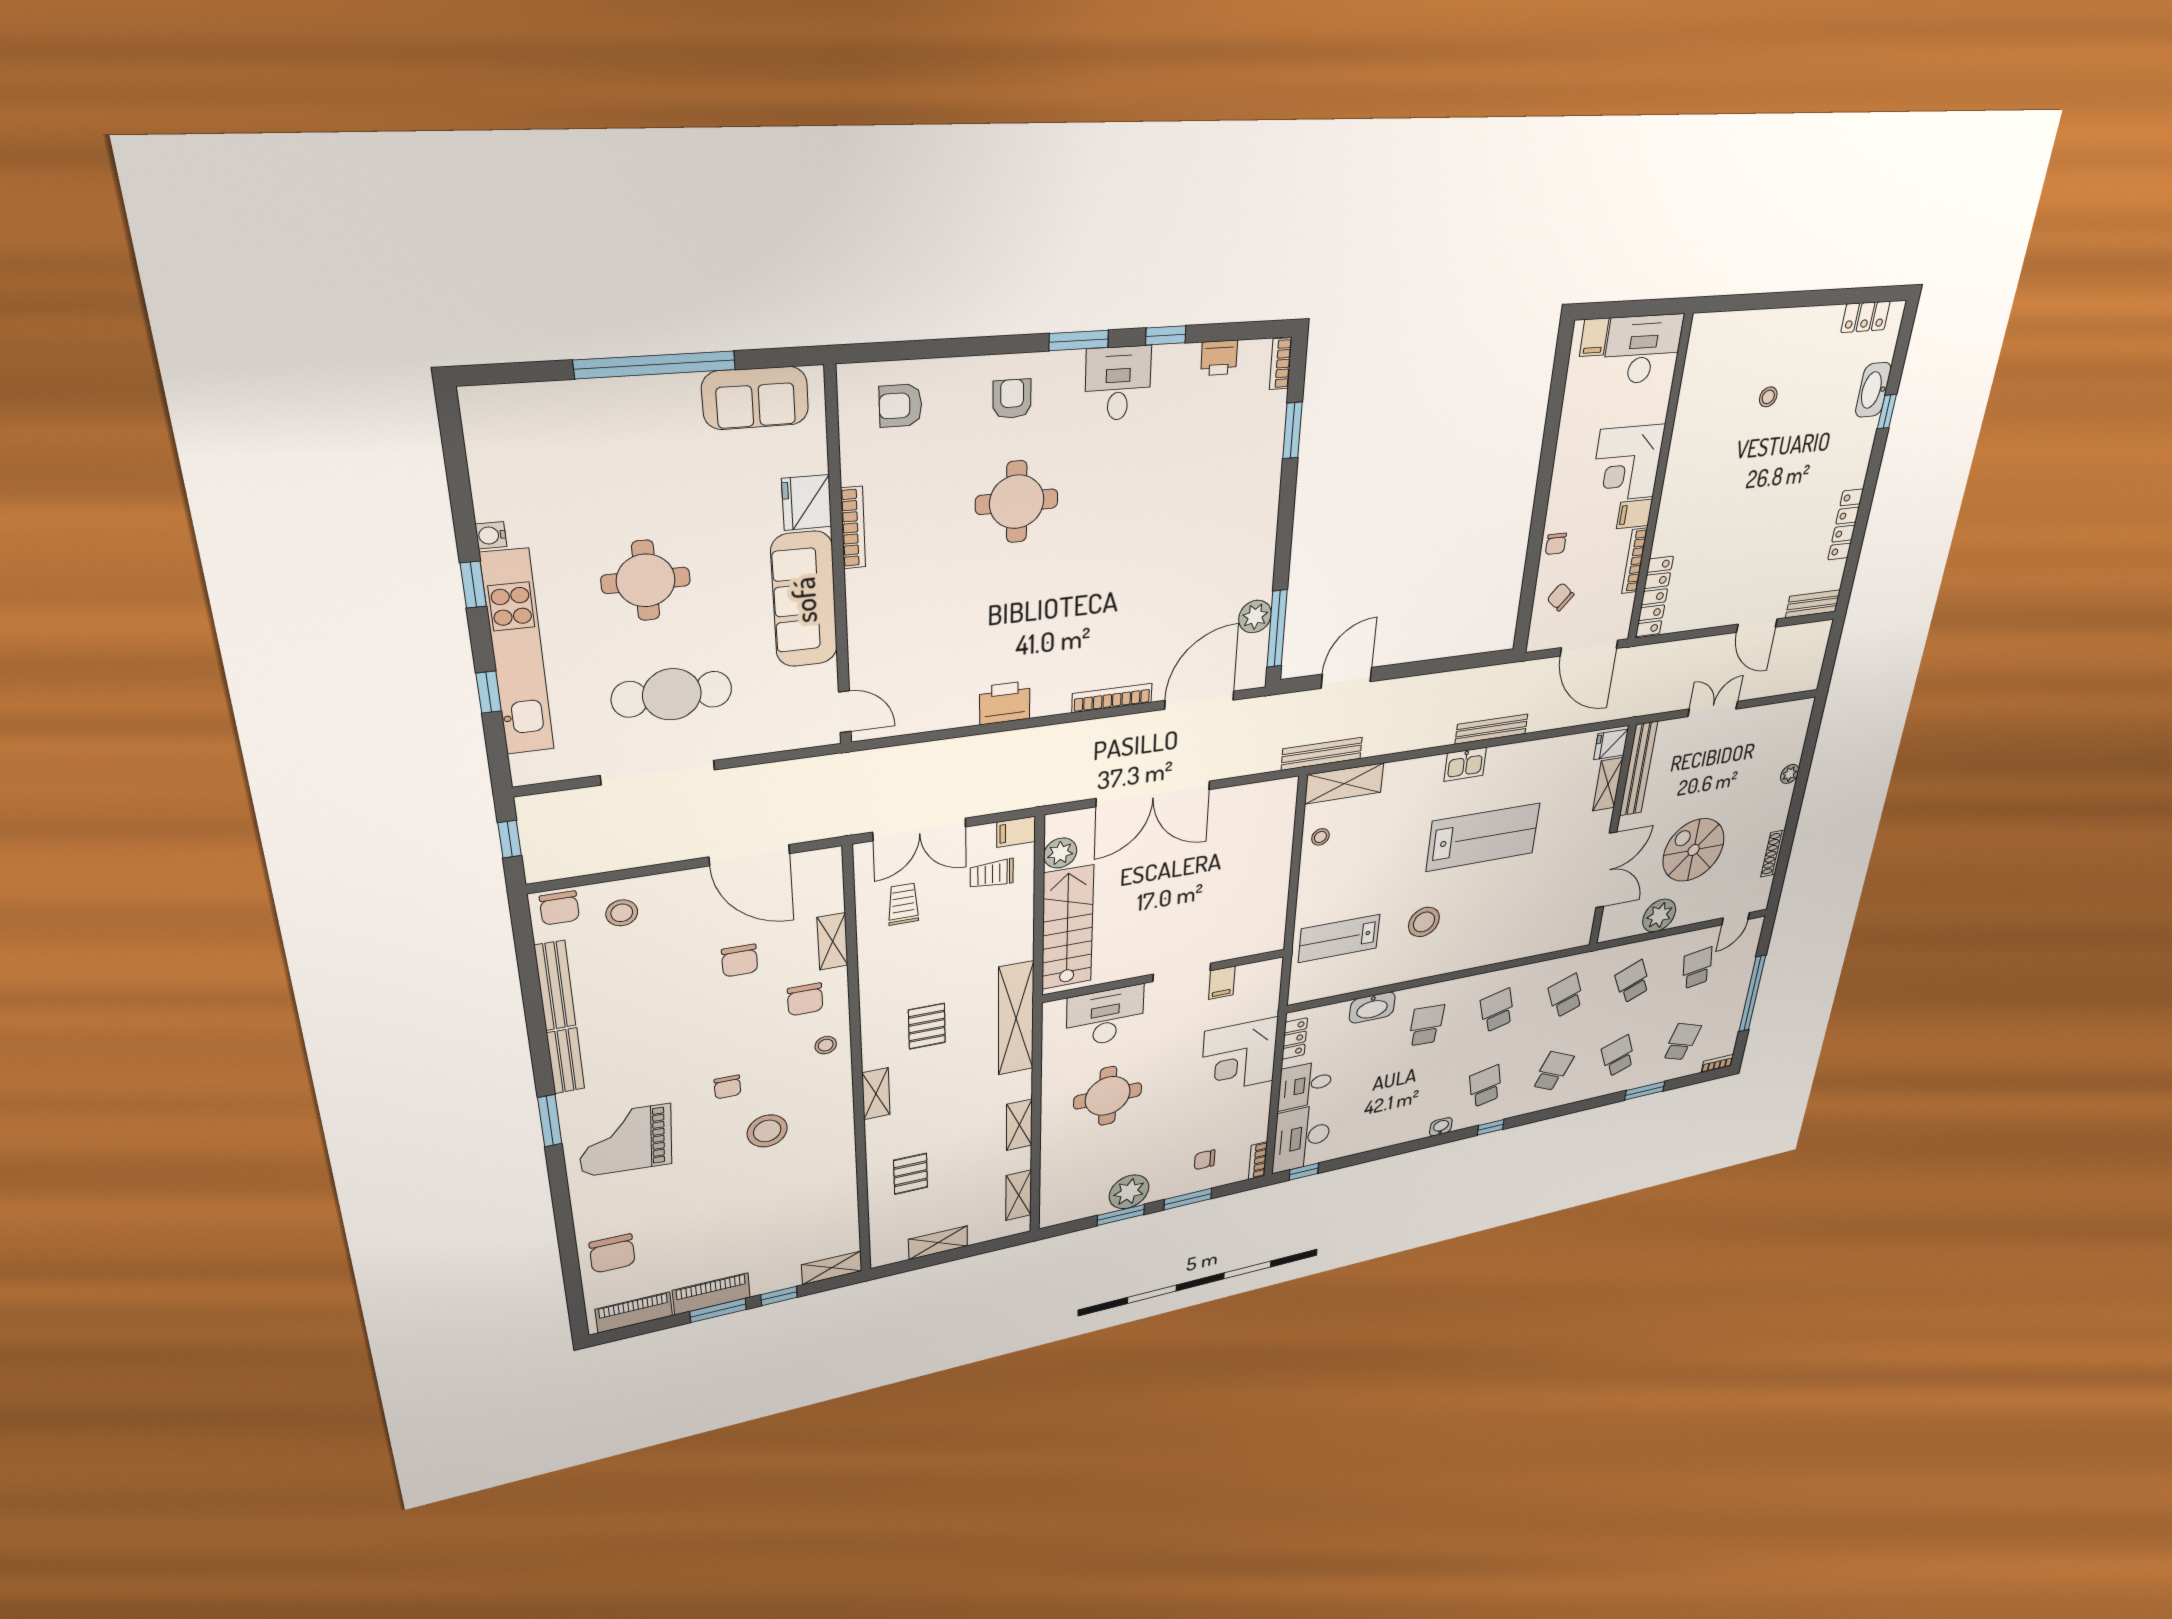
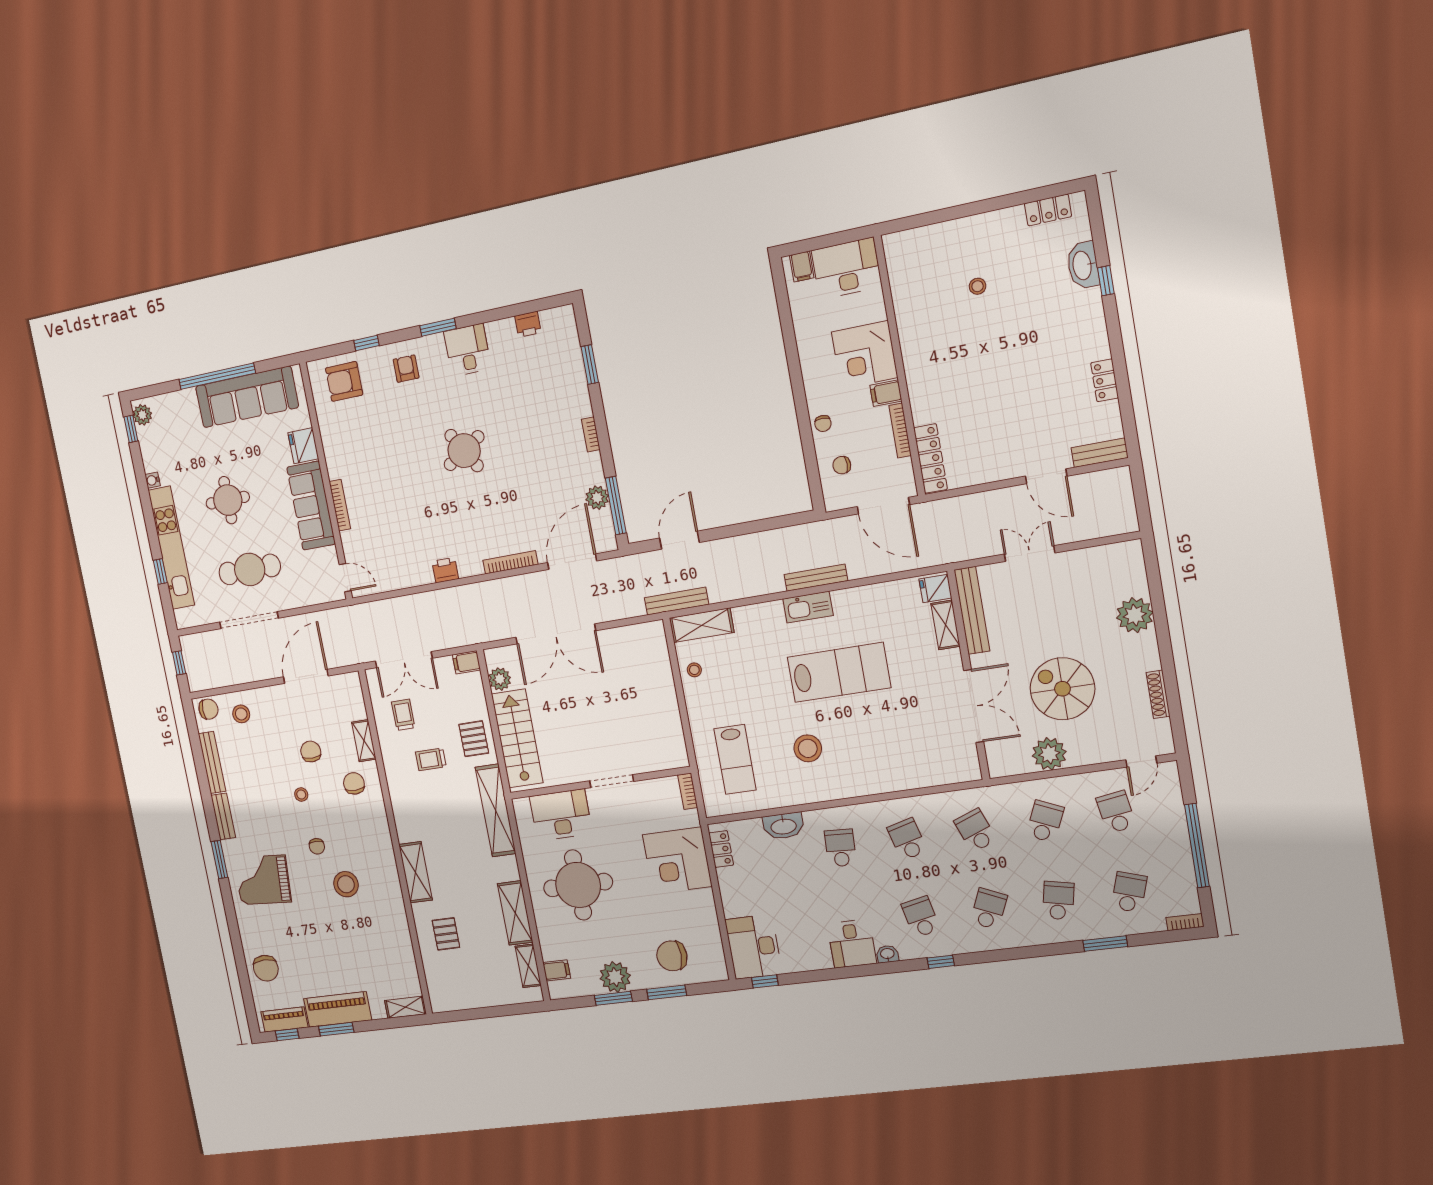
window: (1166, 335) -> (366, 343), moved
bookcase: (1281, 364) -> (591, 434), moved
sofa: (755, 398) -> (247, 397), width x1.85, depth x1.27
armchair: (900, 406) -> (344, 381), width x1.38, depth x1.38
plant: (482, 415) -> (142, 415), added
round table: (1017, 502) -> (464, 451), moved, turned -32
locker: (1846, 525) -> (1105, 380), width x0.66
bookcase: (853, 528) -> (340, 505), moved
window: (473, 585) -> (131, 429), moved
chair: (1560, 597) -> (842, 465), turned -42
printer: (1005, 703) -> (445, 570), width x0.73, depth x0.81
kitchen sink: (1465, 764) -> (808, 607), width x1.38
plant: (1790, 774) -> (1135, 615), width x1.88, depth x1.88
door: (749, 855) -> (306, 676), swing flipped
trolley: (992, 874) -> (431, 759), moved
chair: (559, 908) -> (208, 709), turned -90
lab bench: (1339, 938) -> (735, 759), turned -90
chair: (740, 961) -> (311, 751), turned 180
school desk: (1633, 982) -> (1045, 821), turned 48
filing cabinet: (1222, 983) -> (557, 970), moved, turned -90
chair: (805, 999) -> (354, 783), turned 180
pallet: (927, 1026) -> (474, 739), moved
stool: (826, 1045) -> (301, 795), moved
school desk: (1618, 1056) -> (1058, 901), turned 33
desk: (1305, 1085) -> (852, 944), moved, turned -90
shelving: (876, 1094) -> (416, 872), width x1.50, depth x1.33
round table: (1108, 1096) -> (578, 885), width x1.36, depth x1.36
shelving: (1019, 1125) -> (515, 913), width x1.50, depth x1.33
chair: (1205, 1160) -> (672, 956), width x1.87, depth x1.87
bookcase: (1258, 1161) -> (688, 791), moved
shelving: (938, 1243) -> (476, 999), removed
piano: (711, 1294) -> (338, 1009), width x1.37, depth x1.33
window: (779, 1296) -> (287, 1035), moved

